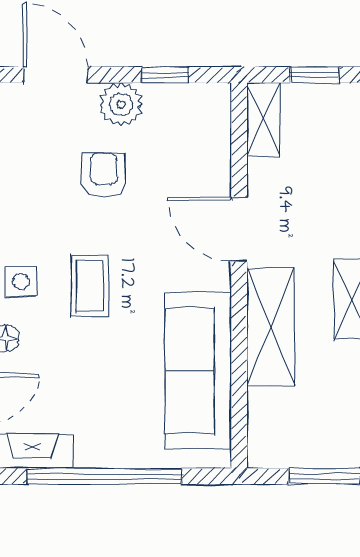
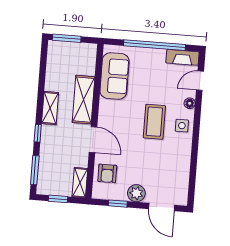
armchair: (104, 175) -> (107, 173), moved
coffee table: (90, 286) -> (154, 122), width x1.36, depth x1.30
sofa: (198, 371) -> (115, 76), width x0.73

